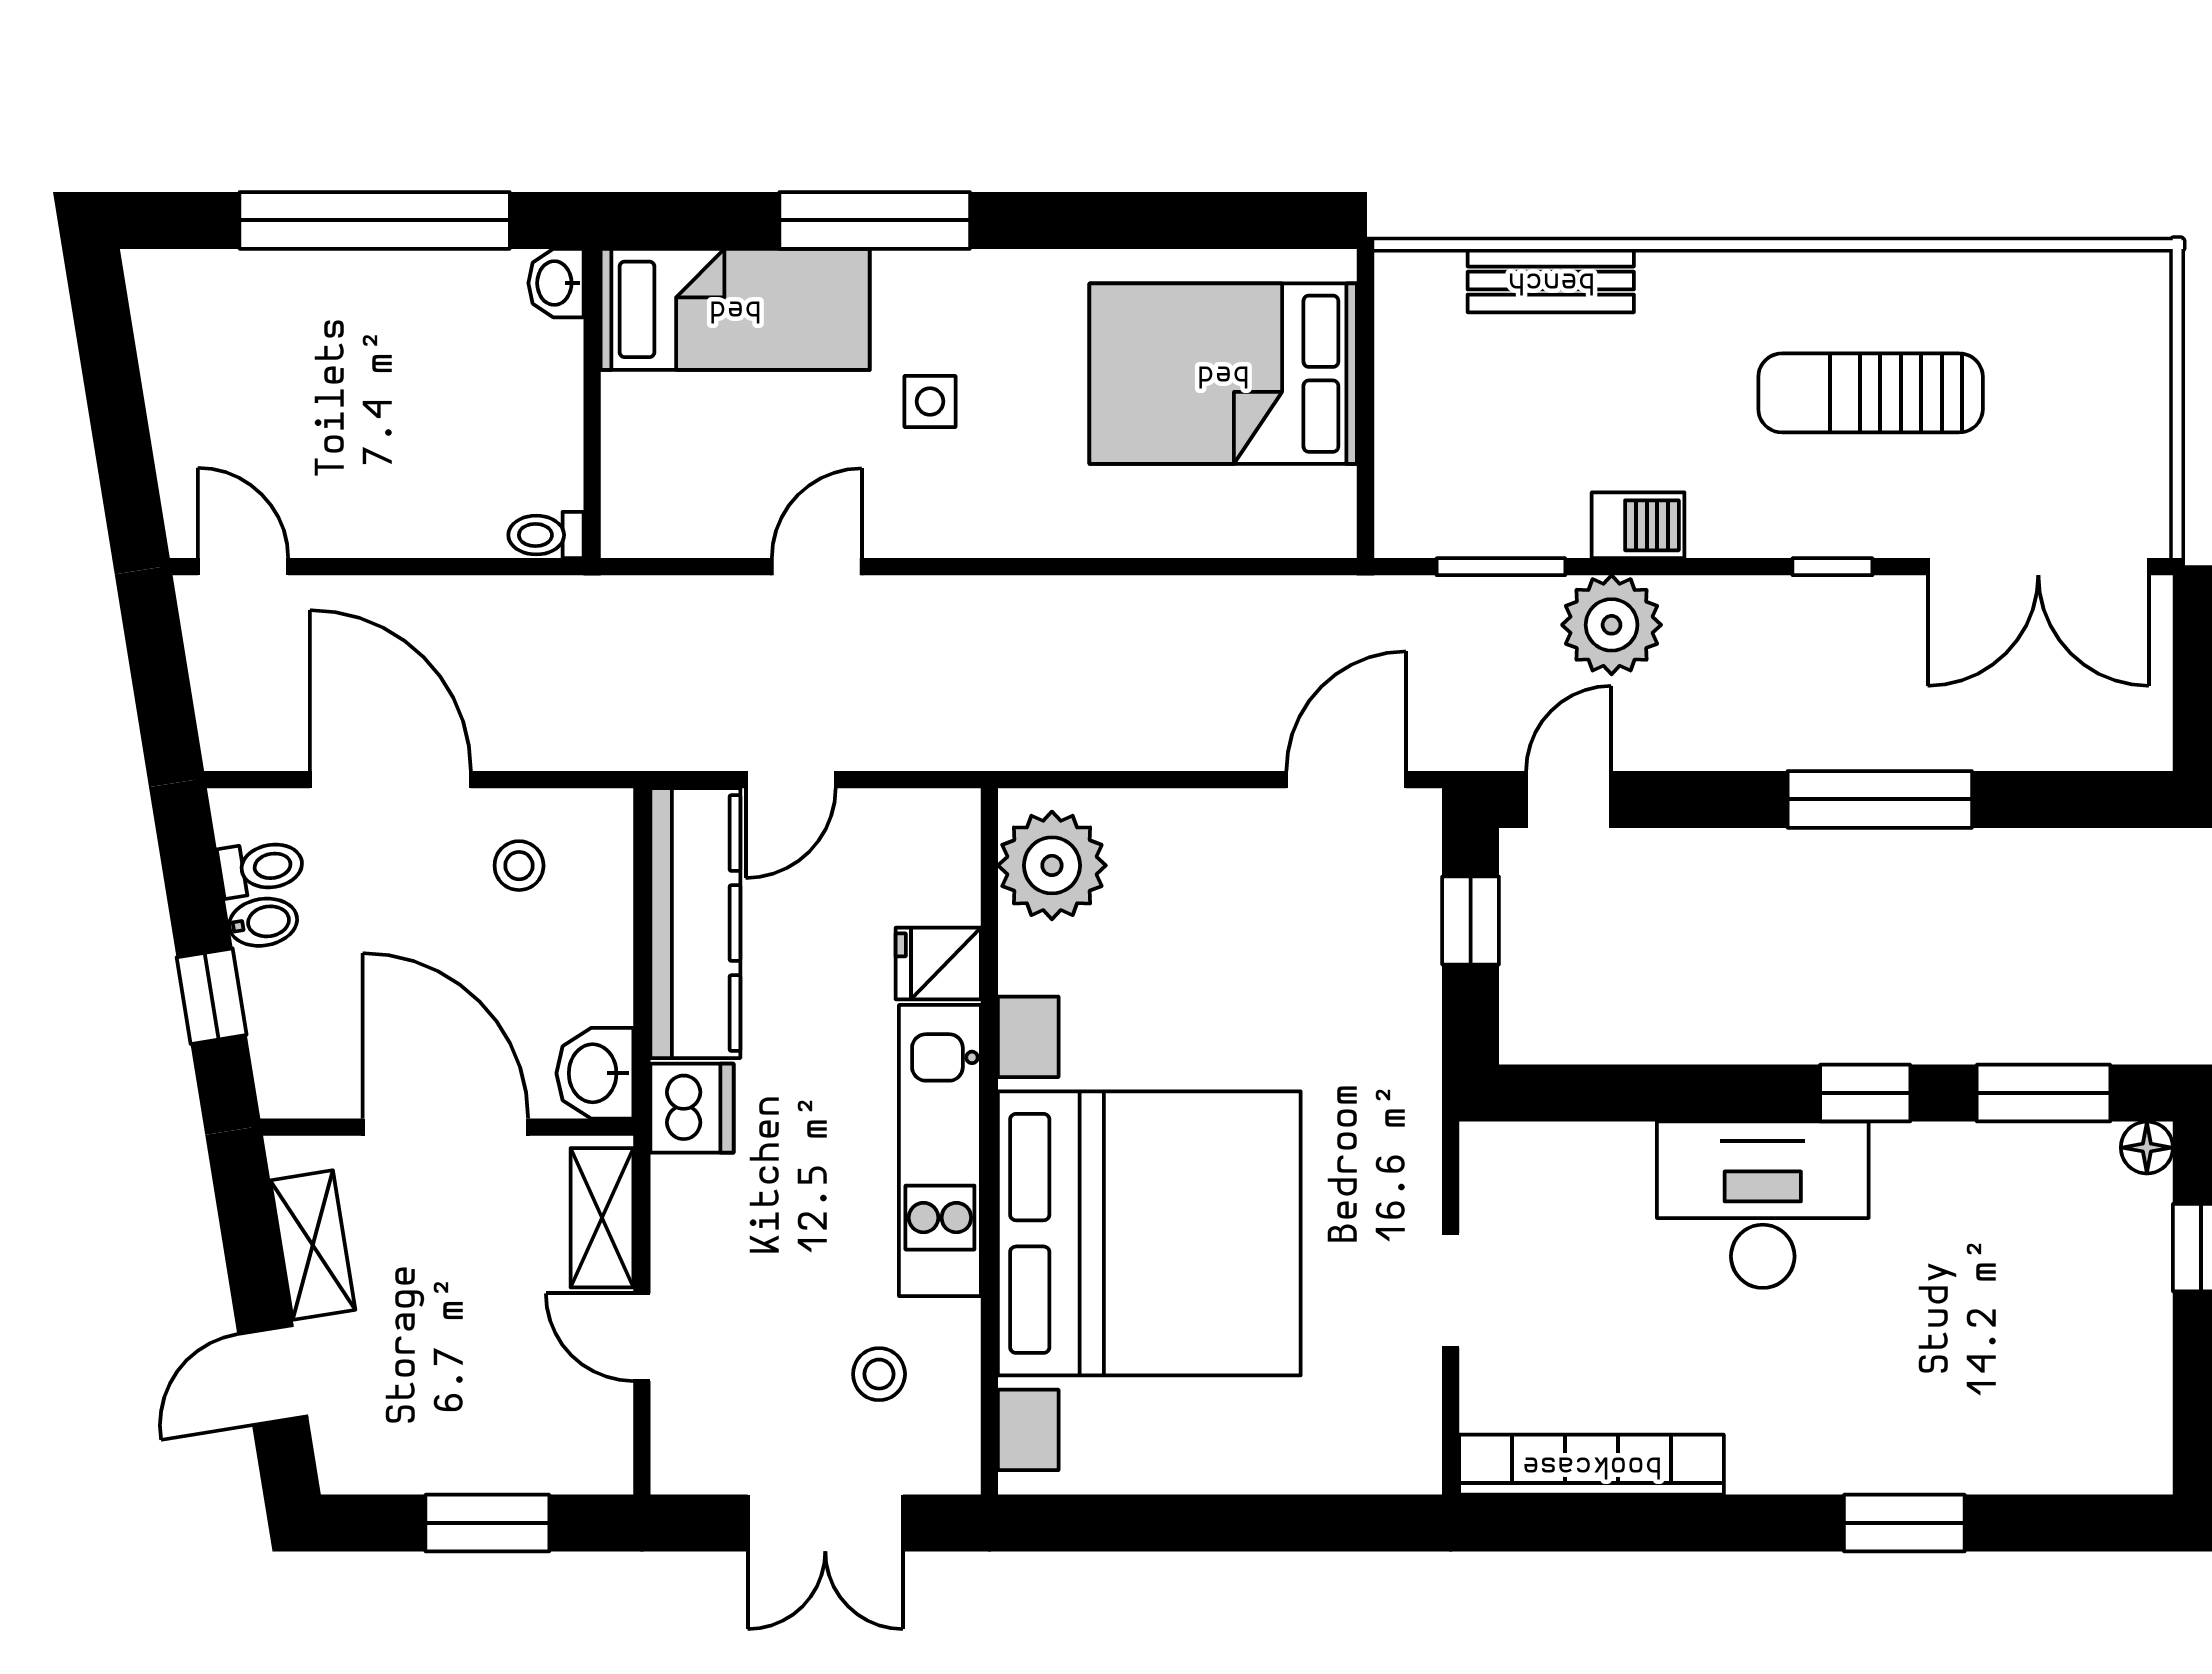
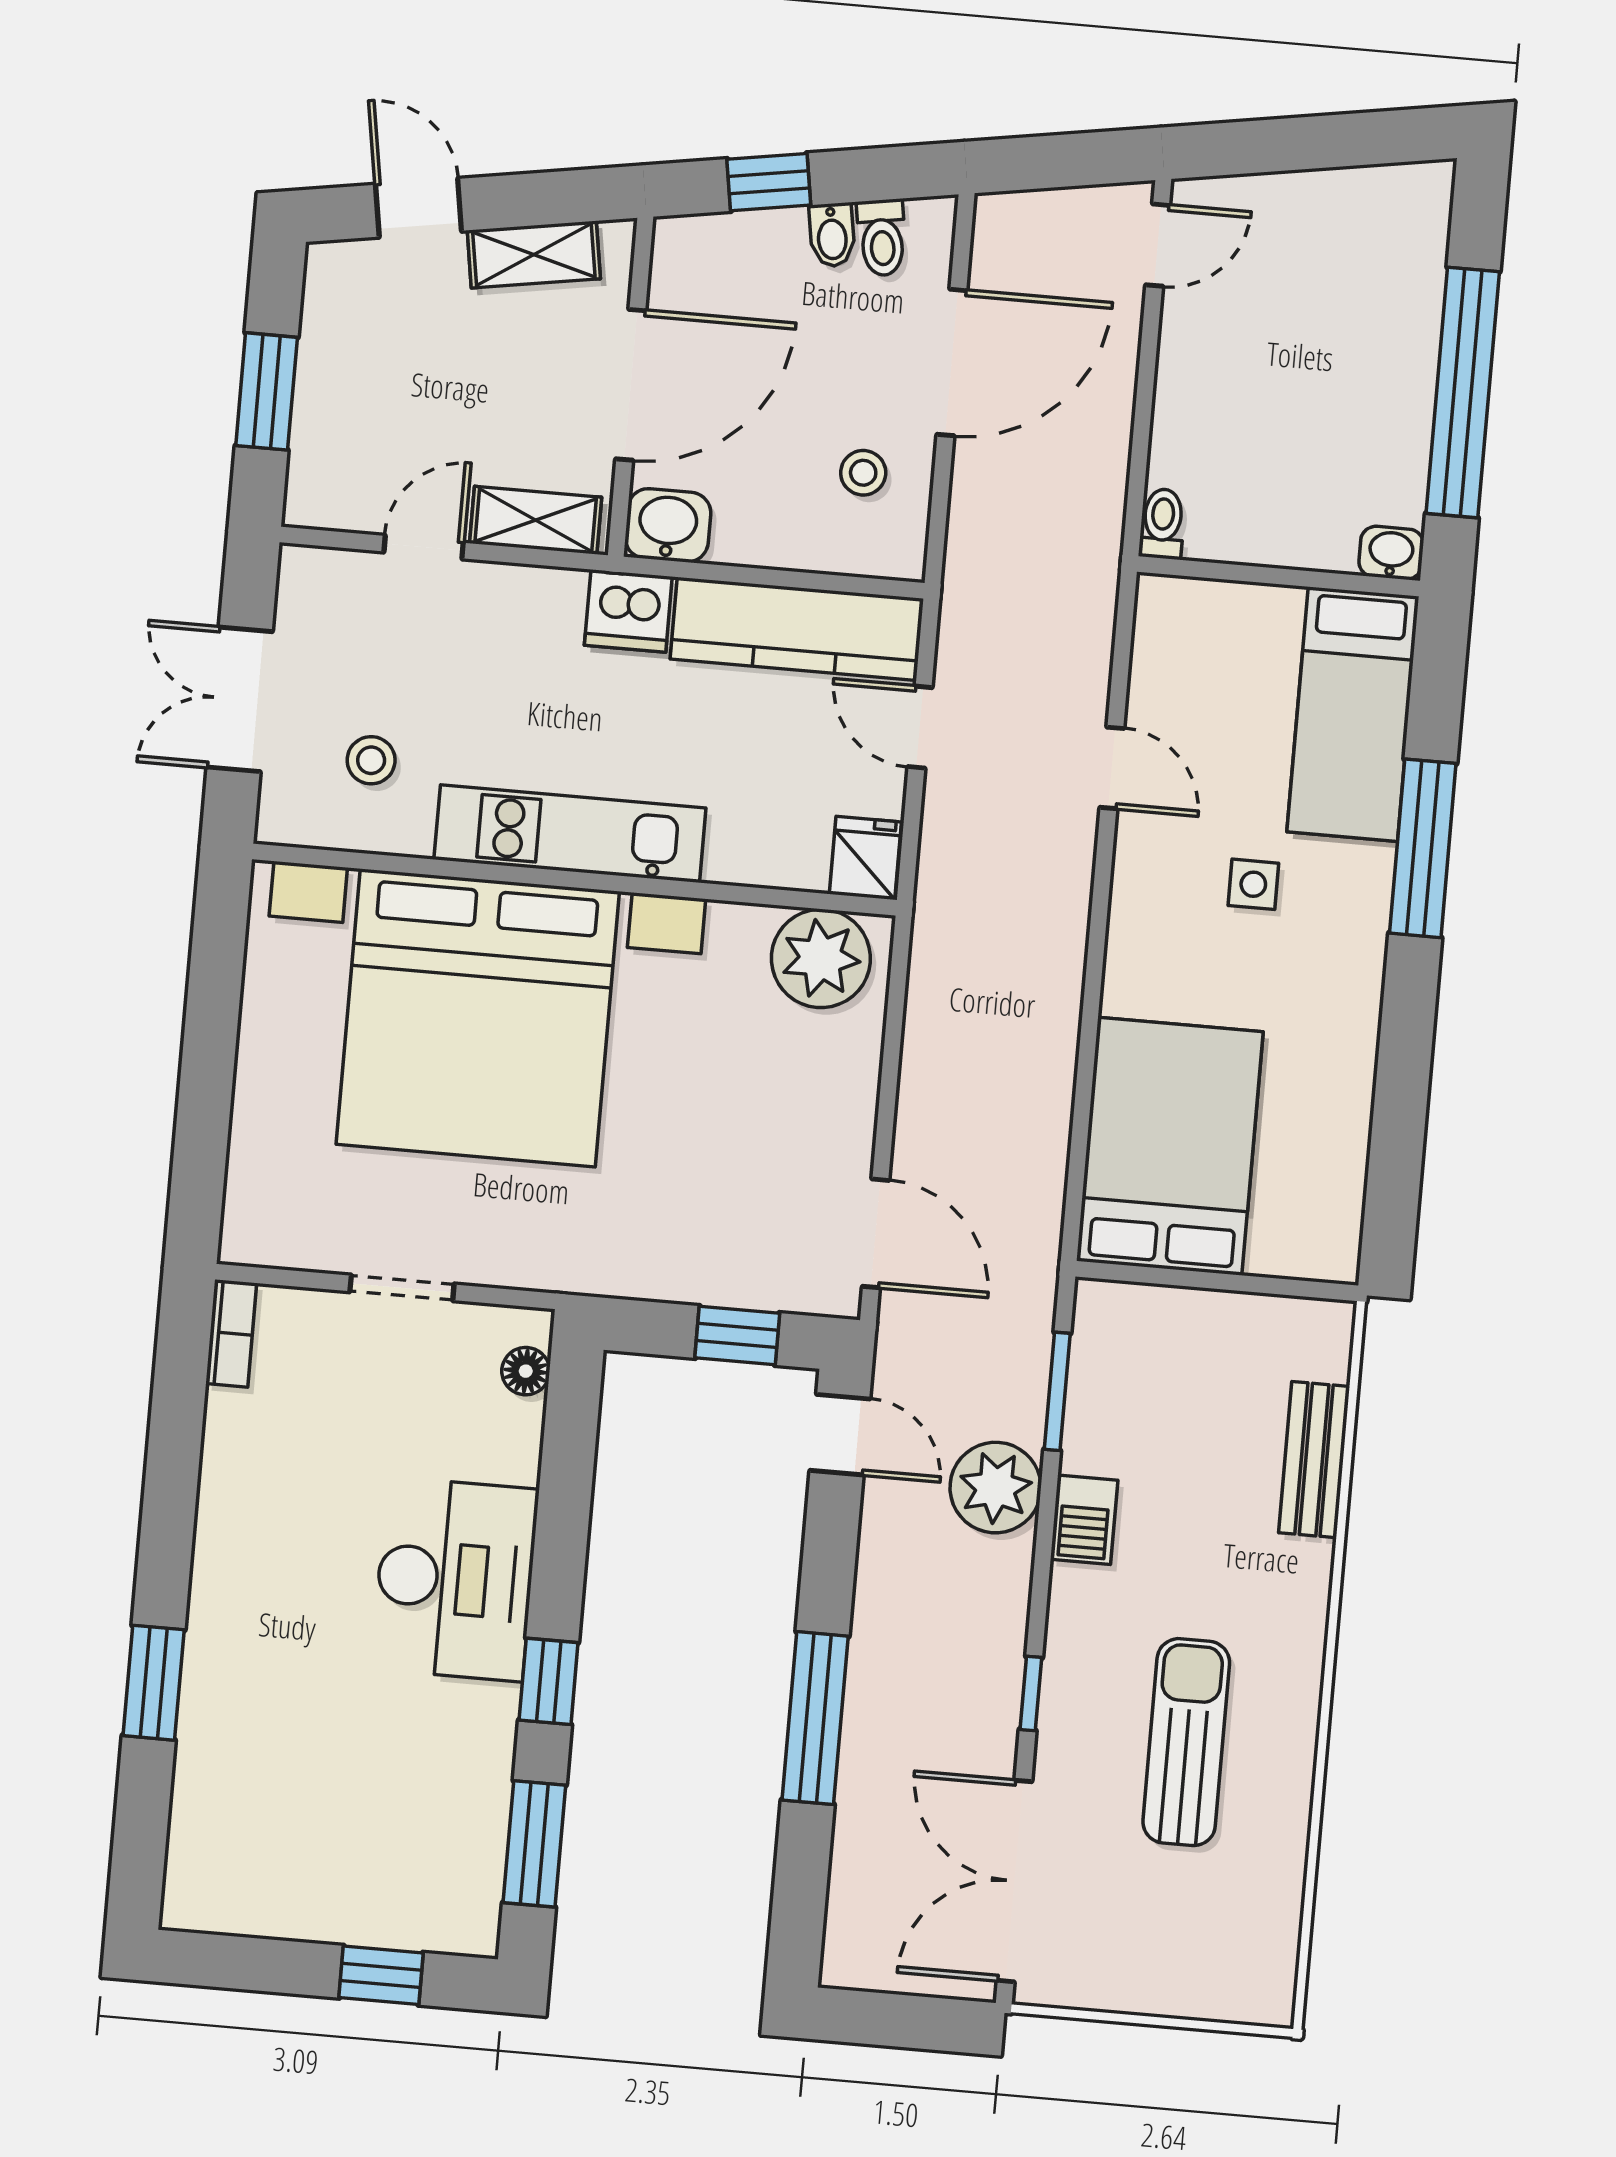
bed: (1223, 374) -> (1170, 1146), moved
fridge: (938, 964) -> (865, 858), moved
floor lamp: (2147, 1148) -> (526, 1371), moved
bookcase: (1592, 1465) -> (231, 1333), width x0.43, depth x0.76

